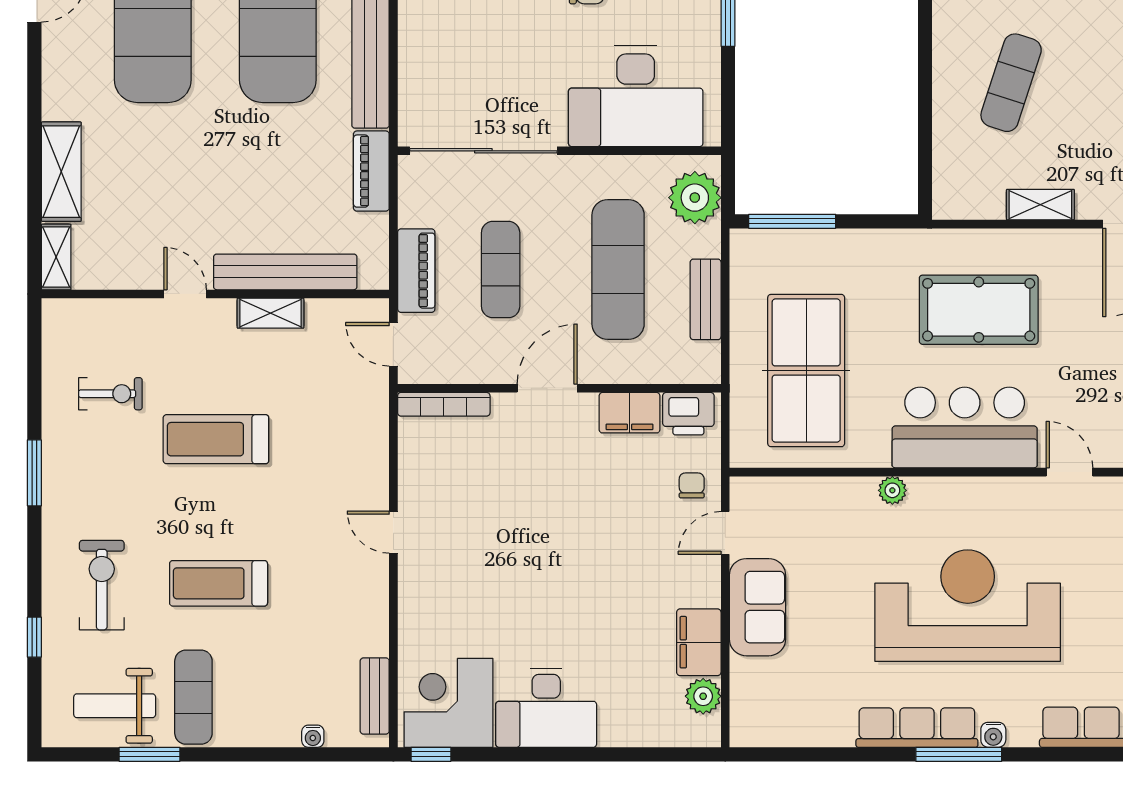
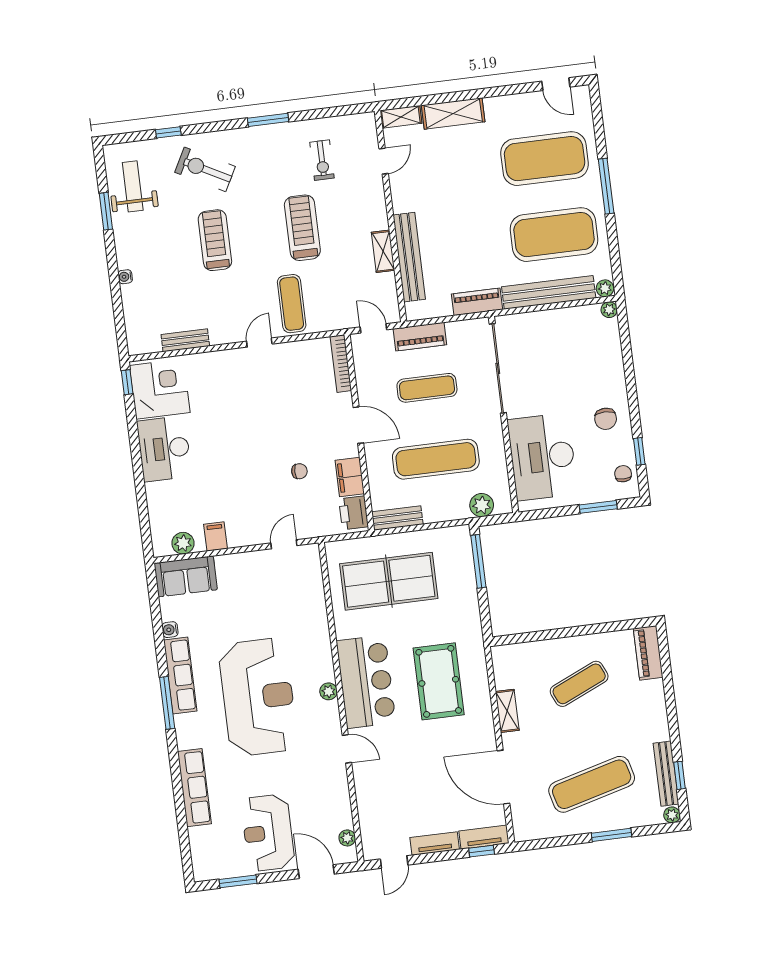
exercise mat: (1011, 83) -> (579, 684), turned -42
plant: (695, 198) -> (482, 505), width x0.73, depth x0.73
door: (185, 294) -> (384, 161), moved
bench: (706, 299) -> (397, 518), moved
door: (393, 344) -> (373, 328), hinge flipped
door: (1070, 472) -> (347, 749), hinge flipped
chair: (692, 485) -> (299, 471), moved
plant: (892, 490) -> (329, 691), moved
door: (725, 533) -> (284, 544), hinge flipped
exercise bike: (102, 585) -> (205, 169), turned -152
sofa: (758, 607) -> (186, 576), moved
filing cabinet: (699, 642) -> (215, 536), width x0.50
bench: (375, 696) -> (185, 340), moved
exercise mat: (193, 697) -> (292, 304), moved, turned 90
water cooler: (993, 735) -> (170, 630), moved
water cooler: (313, 736) -> (125, 277), moved

